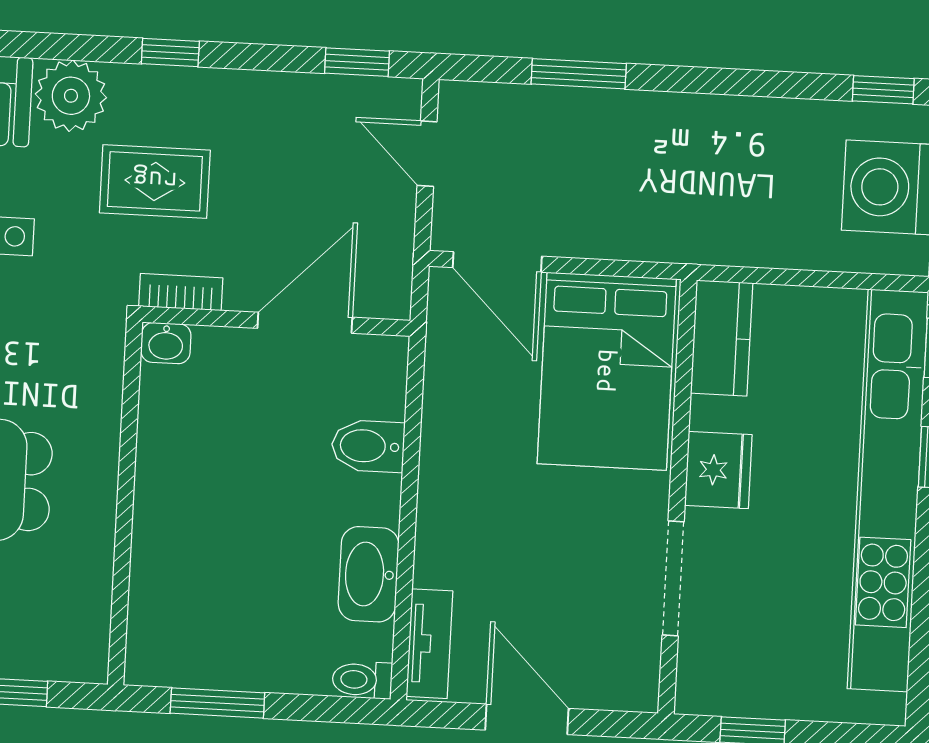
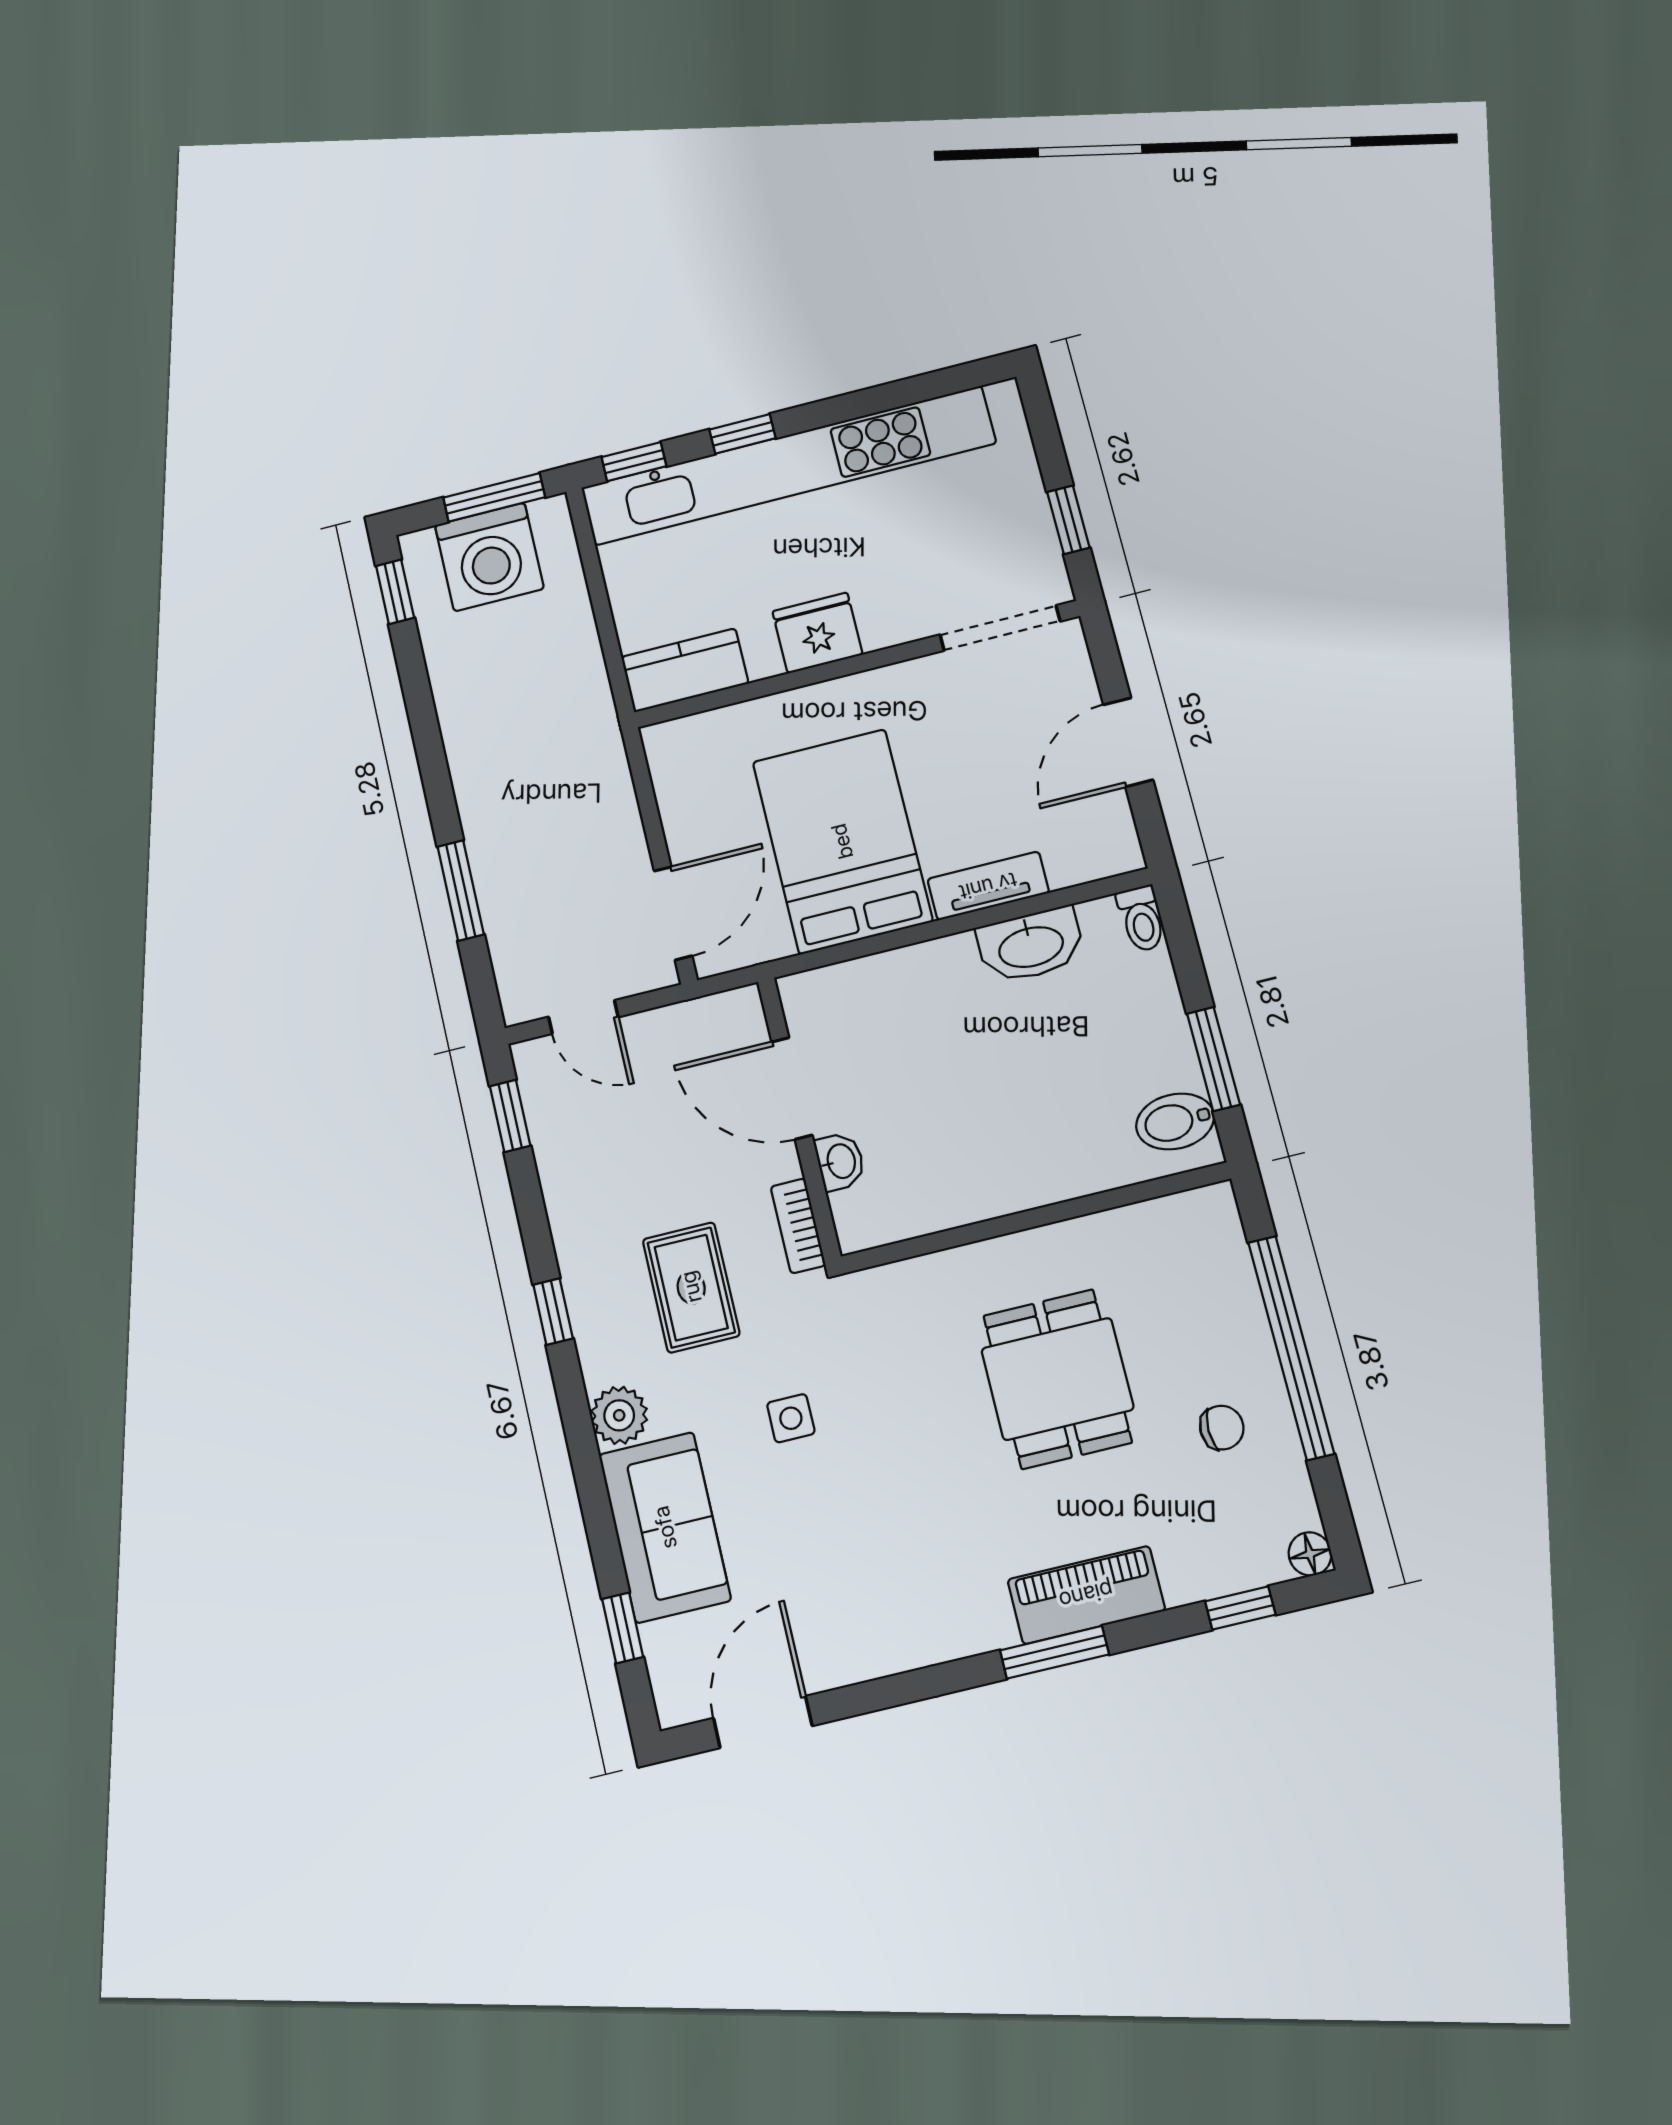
plant: (71, 96) -> (619, 1415), width x0.73, depth x0.73
door: (427, 154) -> (583, 1017), hinge flipped
washbasin: (166, 343) -> (840, 1161), moved
bed: (607, 371) -> (842, 841), moved, turned -90
bidet: (368, 446) -> (1175, 1122), moved, turned 90
doorway: (673, 578) -> (1000, 628), moved
tv unit: (430, 644) -> (988, 886), moved

